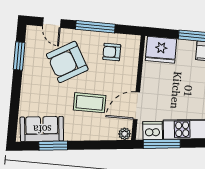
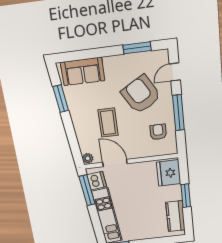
sofa: (42, 129) -> (83, 72), moved, turned 96

